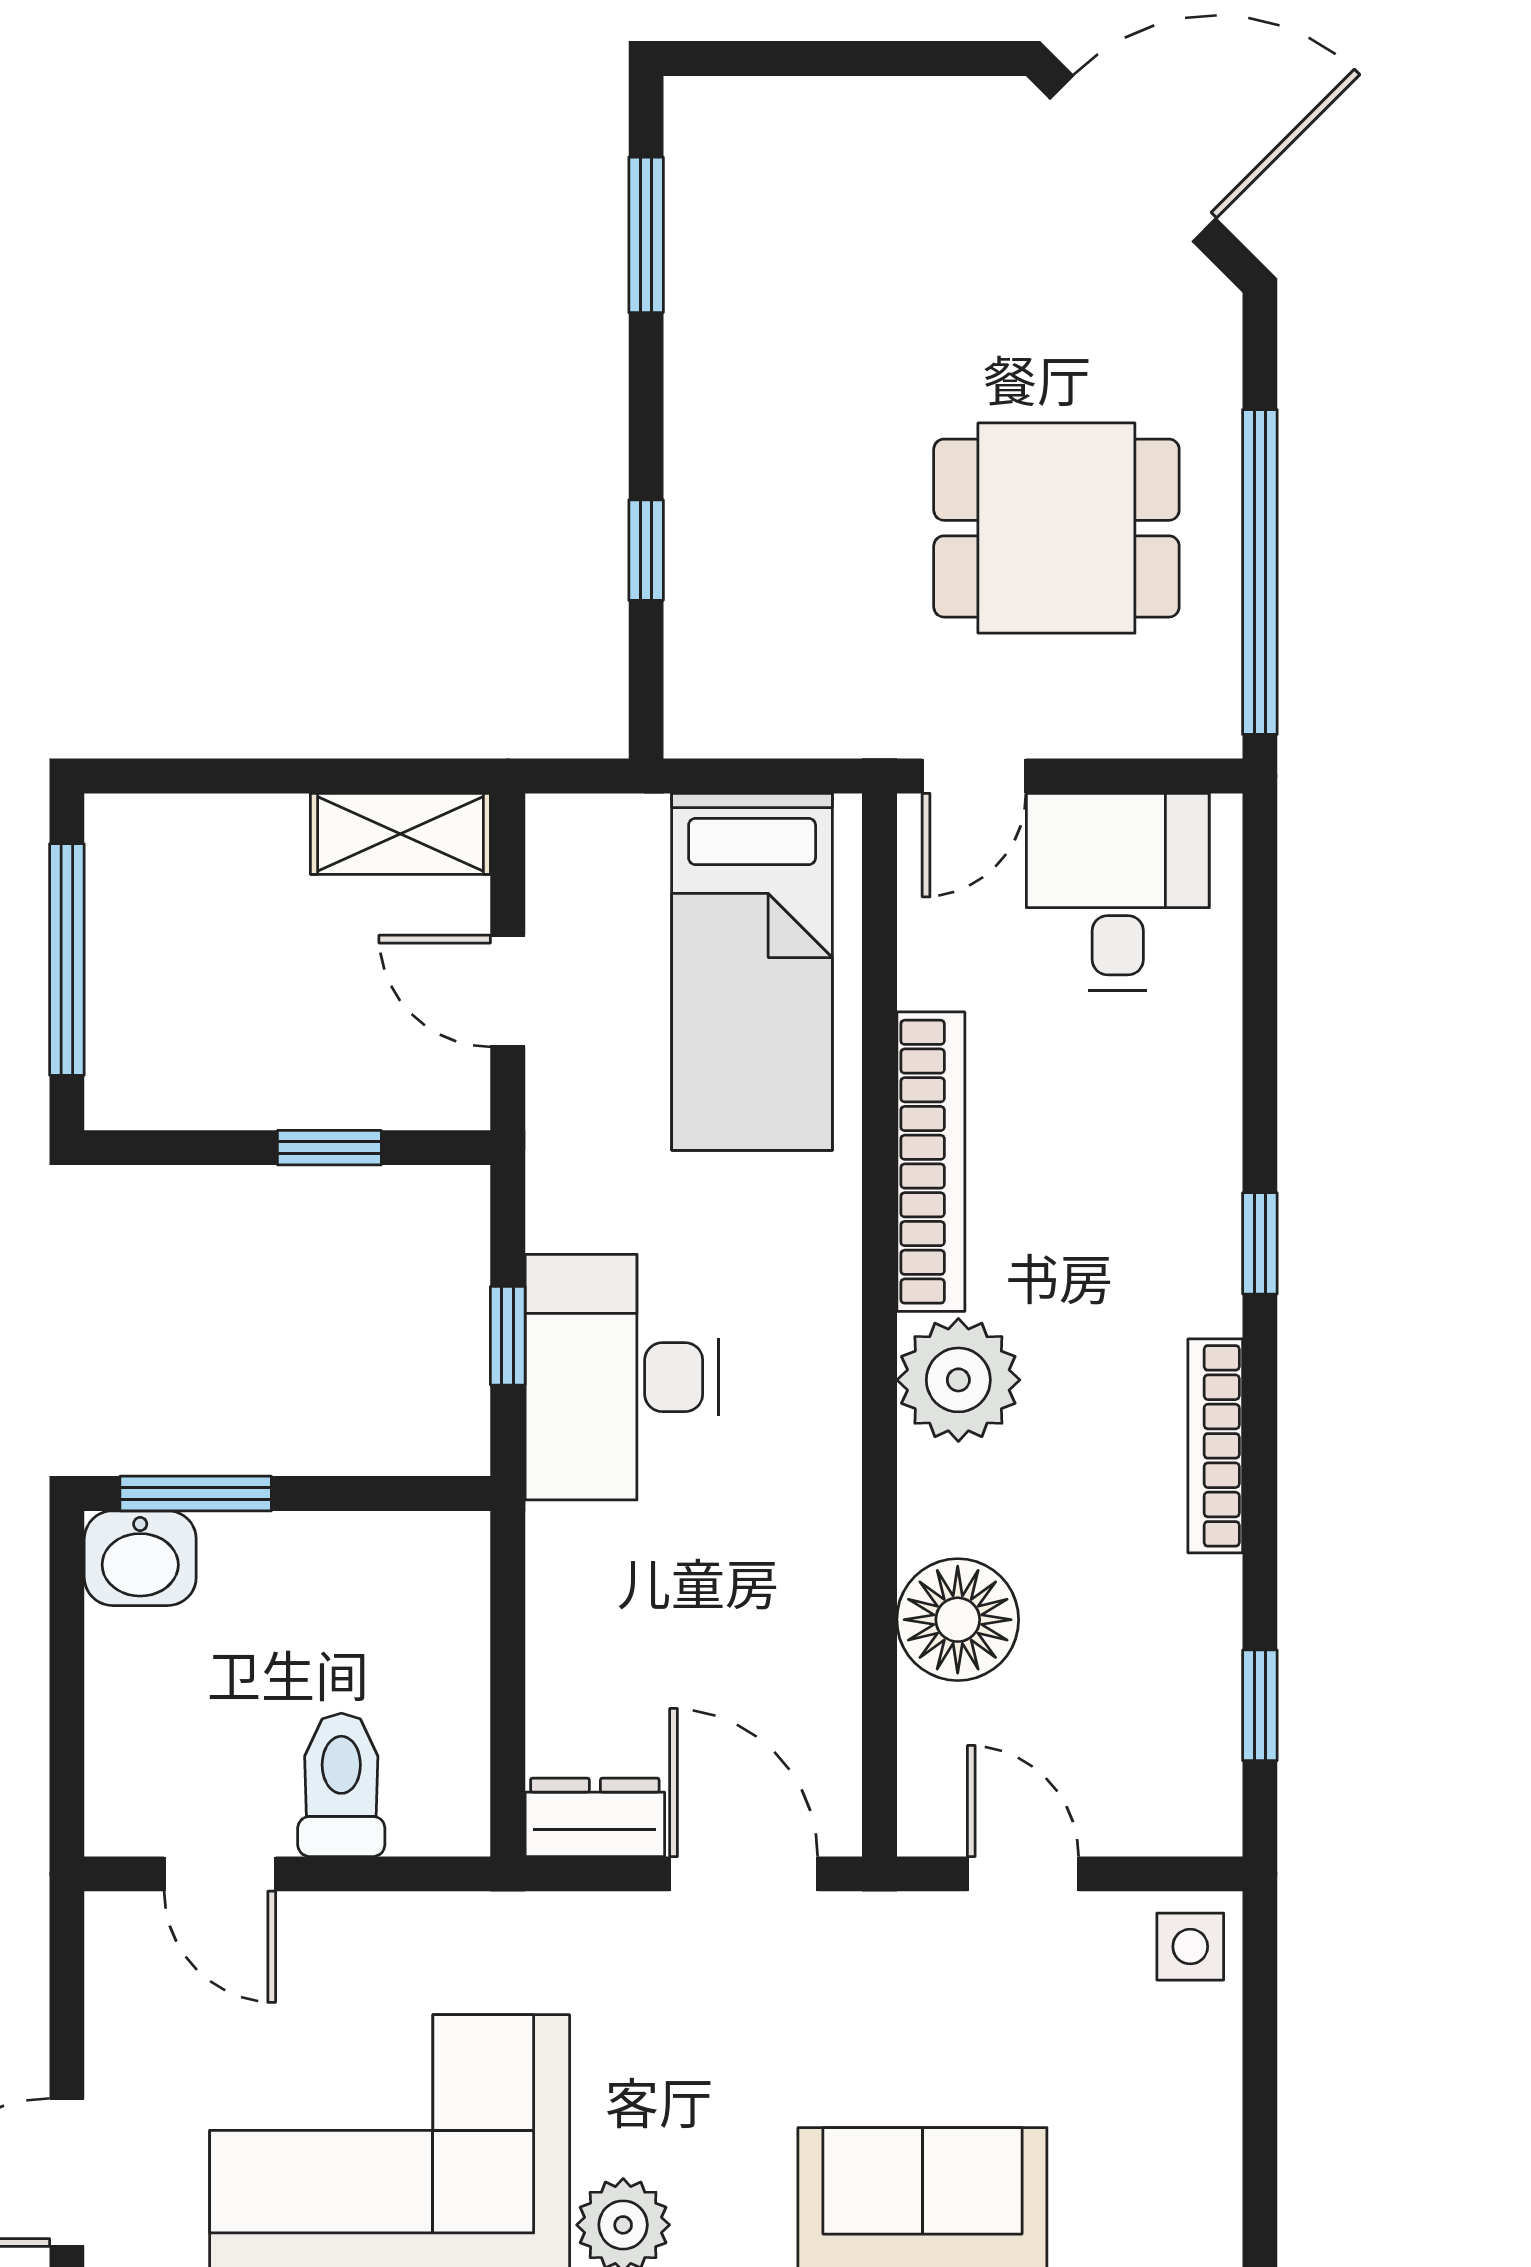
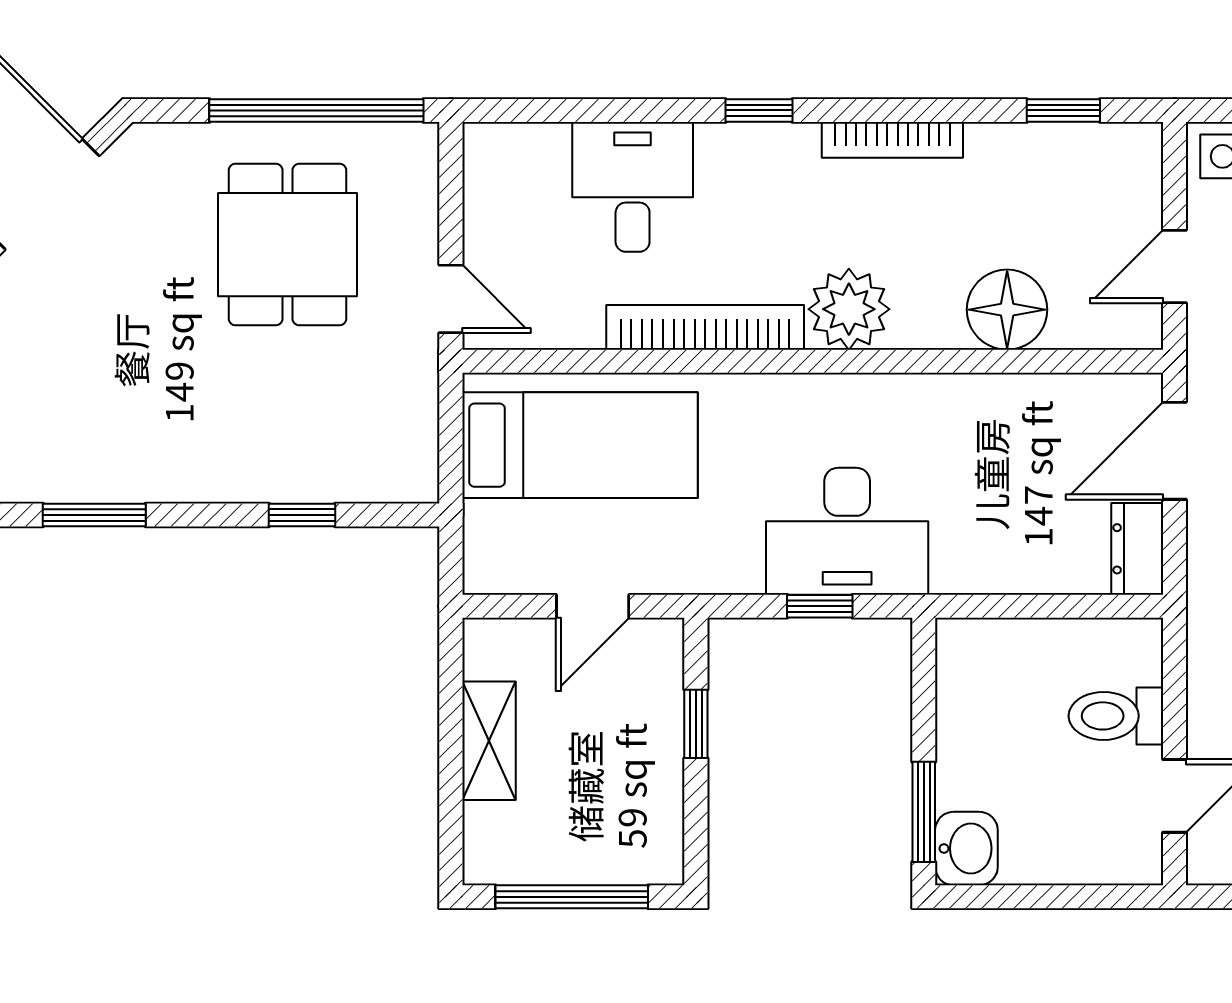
shelving: (400, 834) -> (489, 741), moved
desk: (1118, 892) -> (633, 187), moved, turned 90

